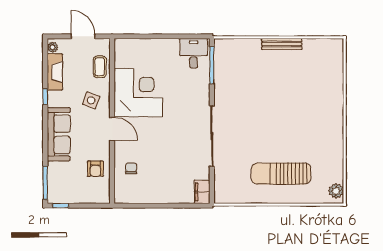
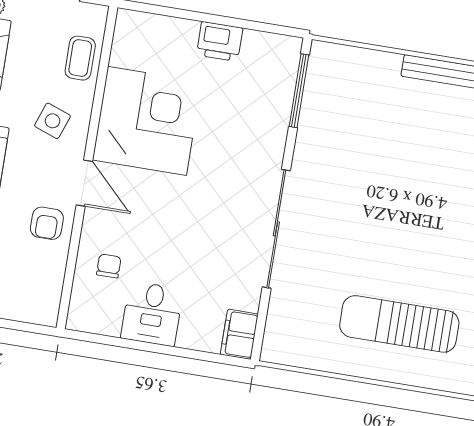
printer: (168, 47) -> (220, 41), added
desk: (194, 53) -> (152, 314), moved, turned 180
armchair: (95, 169) -> (47, 223), moved

